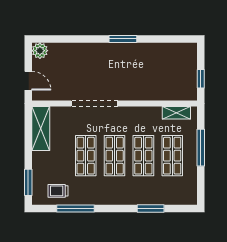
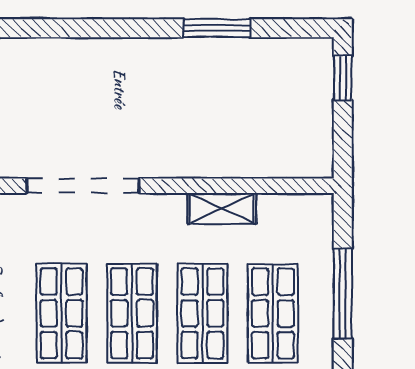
window: (123, 39) -> (217, 28), moved
window: (201, 79) -> (343, 78), moved
shelving: (176, 113) -> (222, 208), moved

